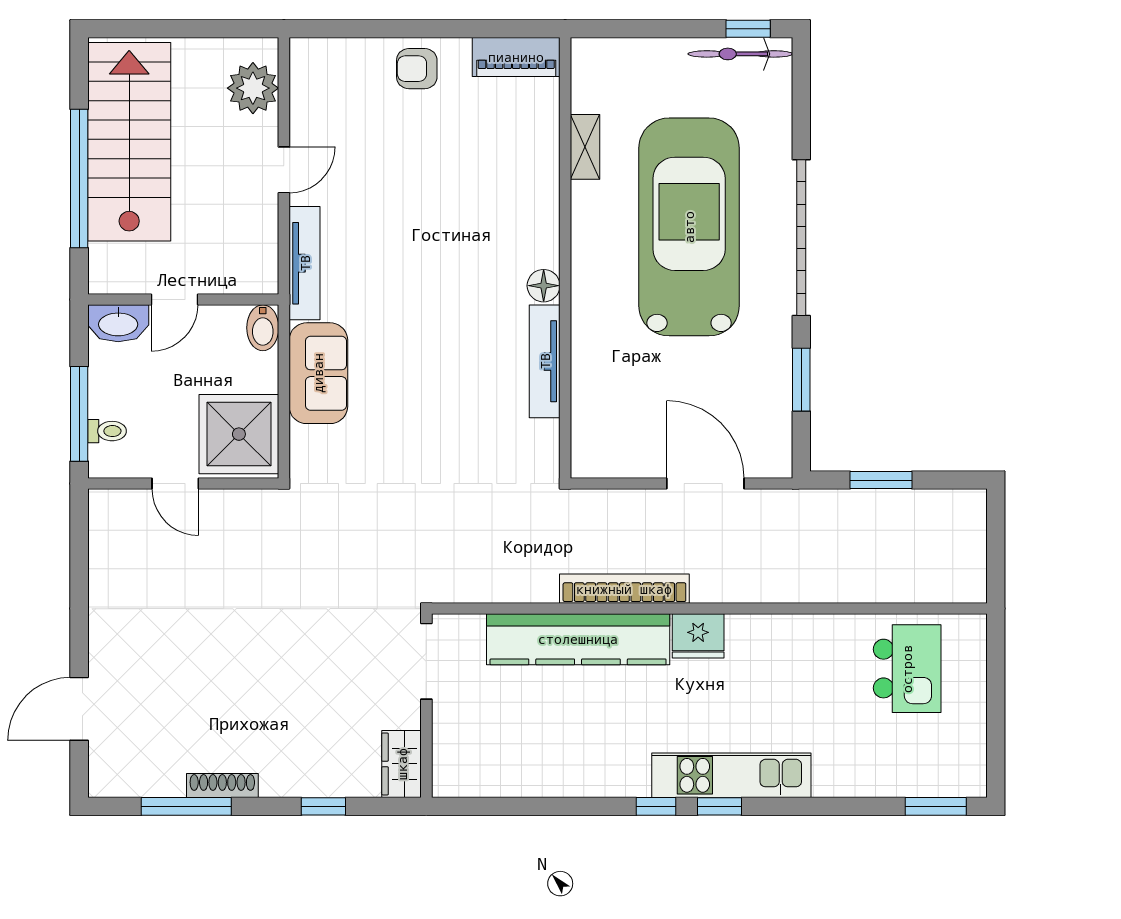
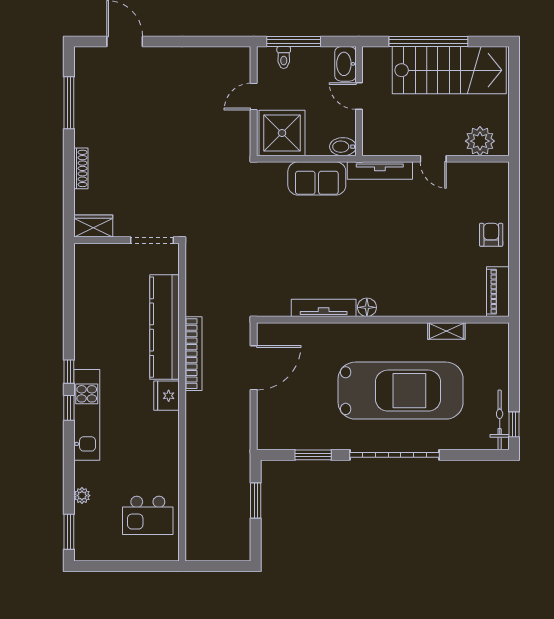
door: (705, 484) -> (254, 368), moved
plant: (872, 784) -> (82, 496), added
shoe rack: (222, 786) -> (81, 168), moved
window: (323, 806) -> (69, 181), removed

